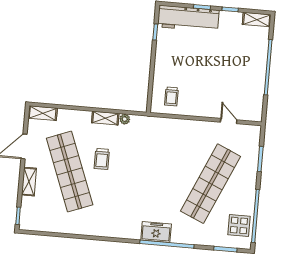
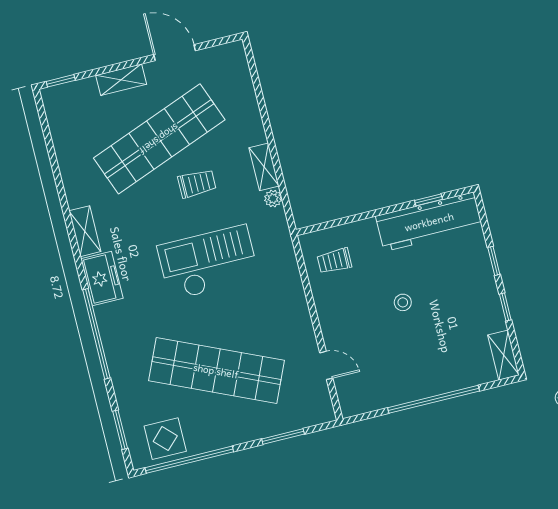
workbench: (188, 18) -> (429, 222), moved, turned -90
stool: (208, 66) -> (403, 302), added
shelving: (43, 113) -> (85, 231), moved
door: (229, 121) -> (326, 365), hinge flipped
trolley: (102, 159) -> (197, 183), turned 180
checkout: (148, 168) -> (208, 263), added
freezer: (156, 232) -> (102, 278), moved

